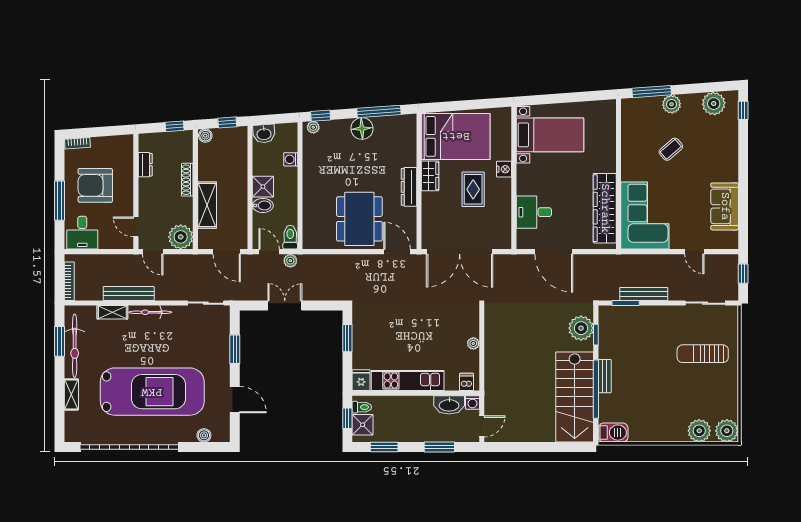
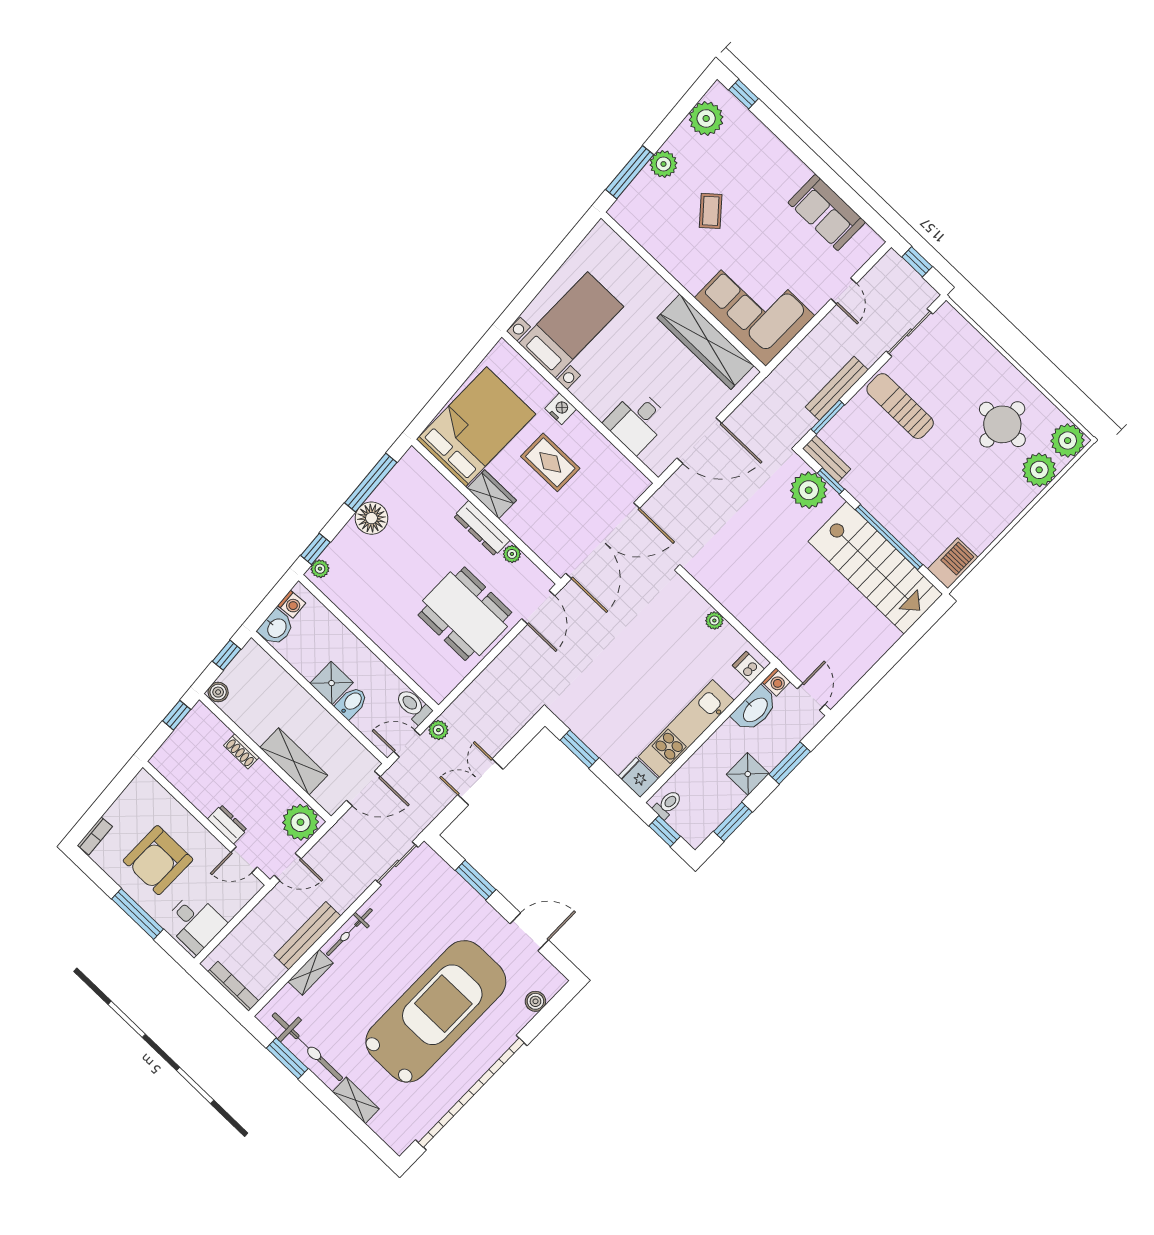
washing machine: (291, 159) -> (292, 604), moved, turned -94
dresser: (145, 165) -> (227, 824), moved
shoe rack: (187, 180) -> (241, 751), width x0.70
plant: (411, 214) -> (512, 554), added
door: (397, 252) -> (538, 607), swing flipped
door: (694, 252) -> (844, 291), hinge flipped
sun lounger: (703, 354) -> (900, 406), moved, turned 90
bench: (605, 376) -> (827, 459), moved
round table: (704, 391) -> (1002, 424), added
shower: (363, 425) -> (748, 774), moved

